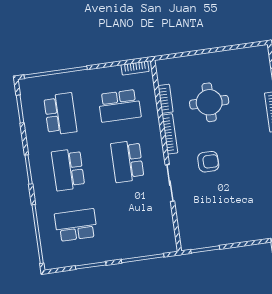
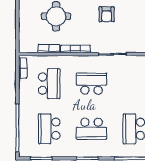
school desk: (60, 114) -> (49, 129), turned -90
school desk: (127, 161) -> (91, 84), turned 180
armchair: (208, 162) -> (107, 14), moved, turned 180

